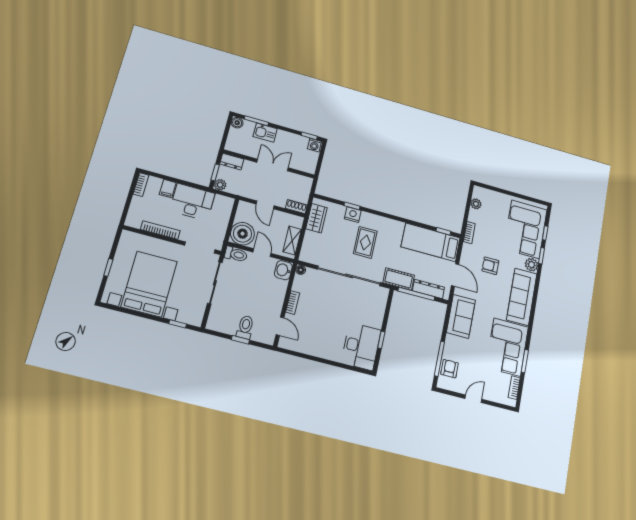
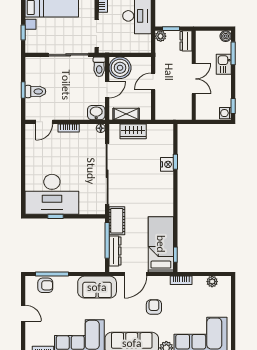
shoe rack: (296, 207) -> (160, 110), removed
wardrobe: (316, 218) -> (133, 131), moved
rug: (365, 242) -> (143, 182), removed
desk: (361, 346) -> (52, 194), width x1.36, depth x1.30

